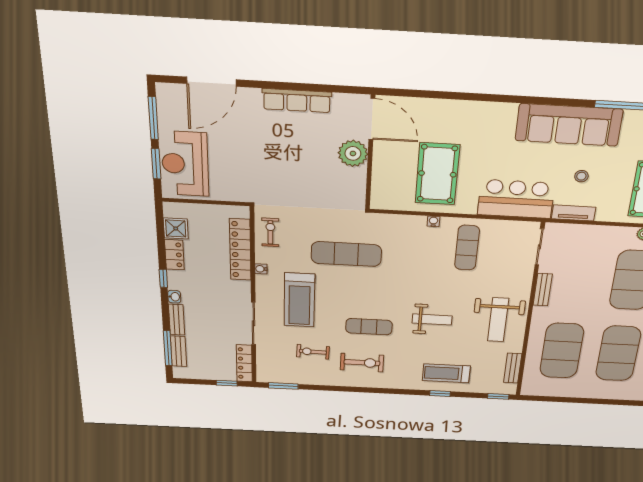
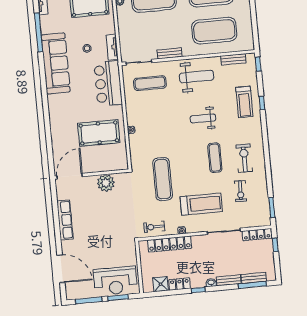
plant: (353, 153) -> (106, 183), moved
exercise mat: (467, 248) -> (150, 83), moved
weight bench: (432, 319) -> (203, 118), turned -90

